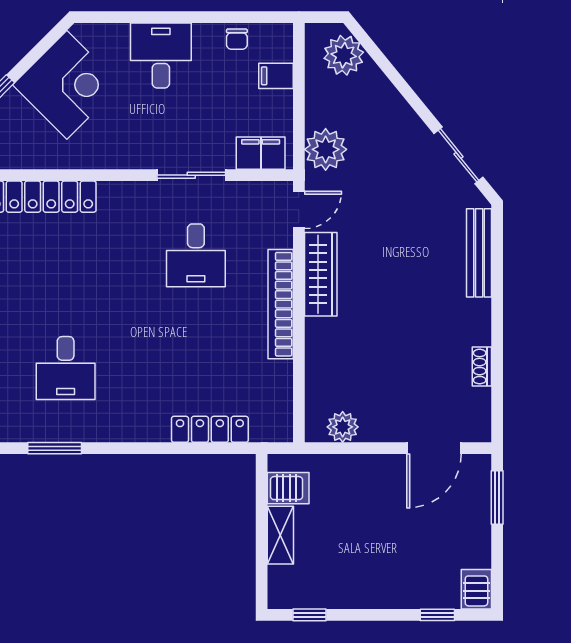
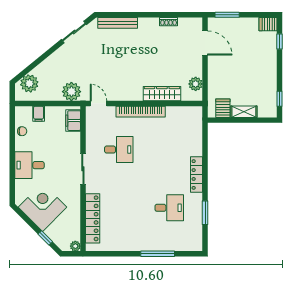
sliding door: (191, 175) -> (83, 169), moved
wardrobe: (321, 274) -> (162, 94), moved
locker: (210, 429) -> (197, 175), moved

